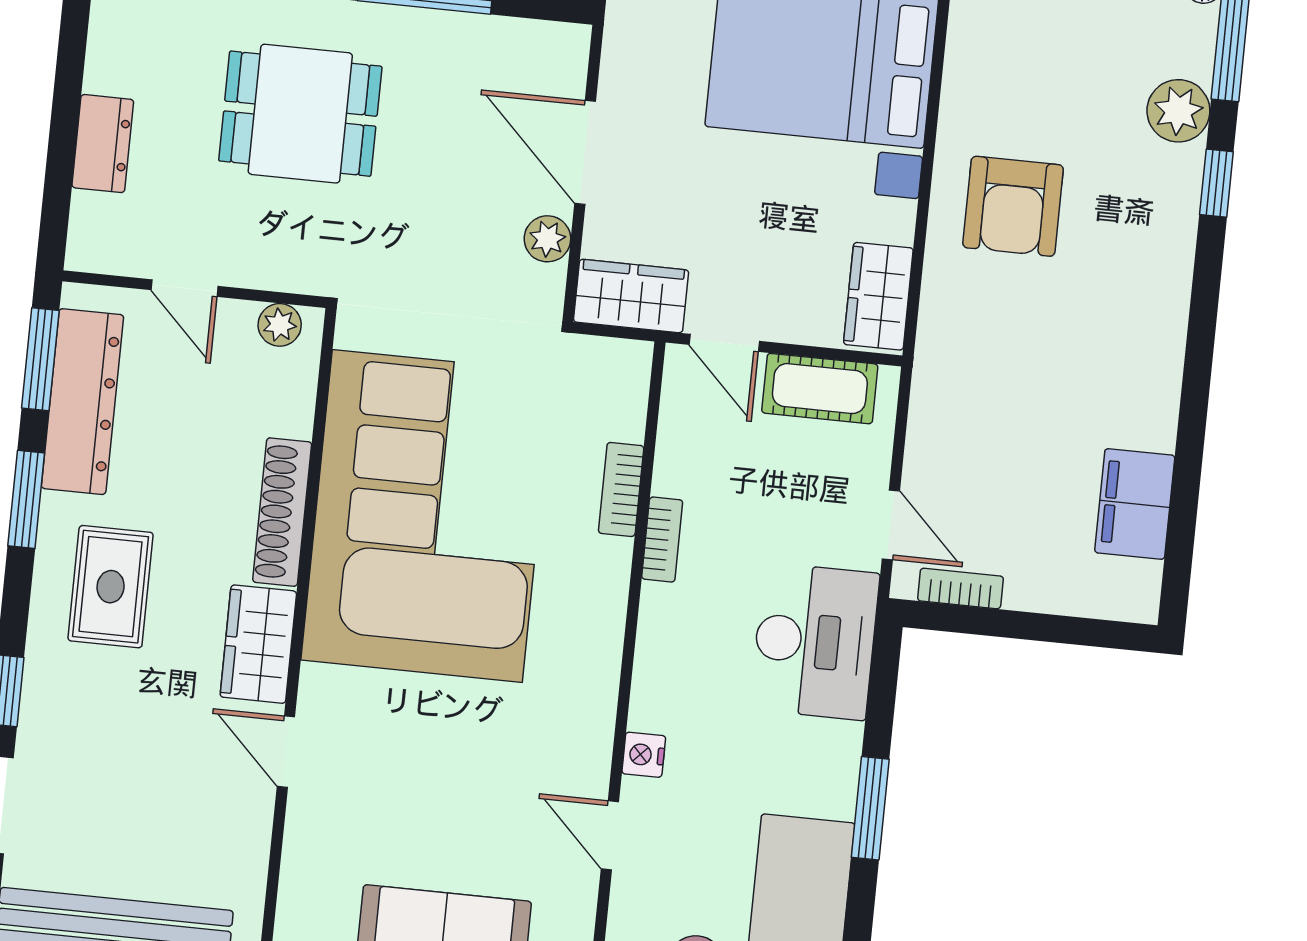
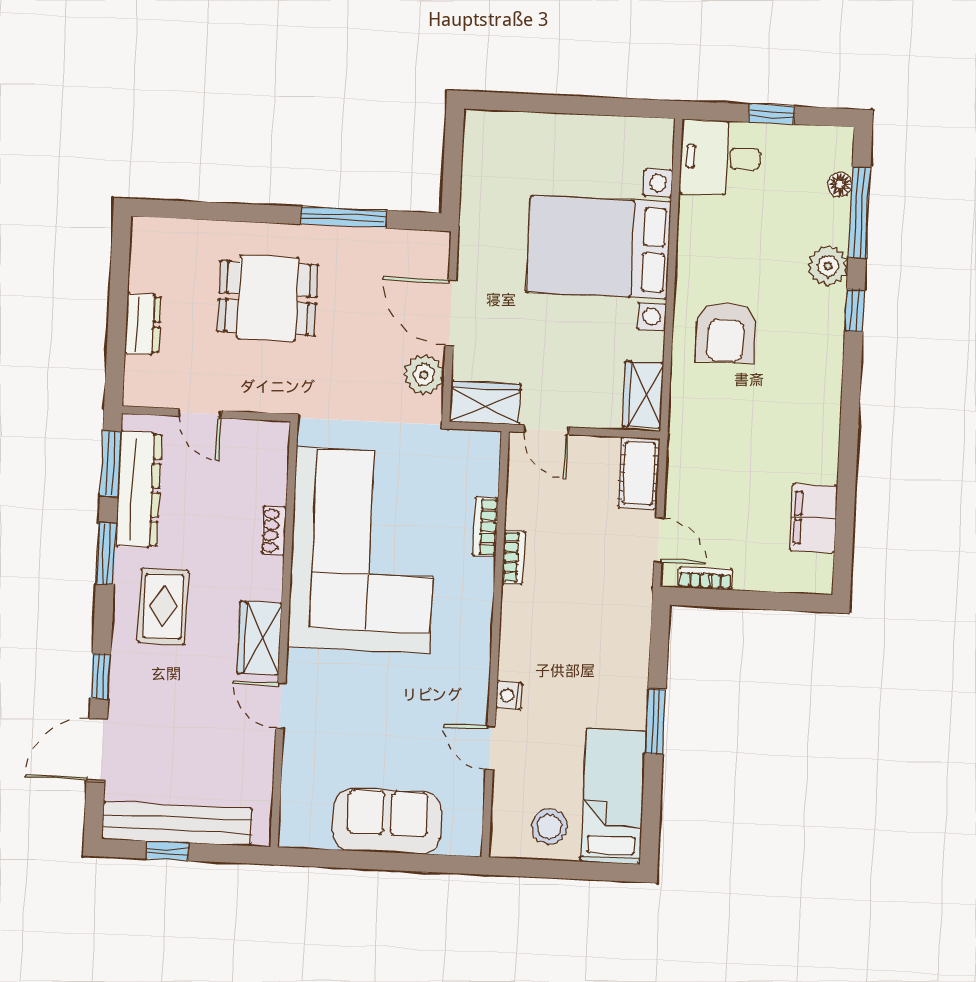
plant: (547, 239) -> (424, 375), width x1.38, depth x1.38
plant: (280, 325) -> (262, 434), removed
cot: (820, 389) -> (639, 473), moved, turned 90
shoe rack: (282, 512) -> (274, 530), width x0.51, depth x0.81
desk: (815, 641) -> (614, 617), removed

